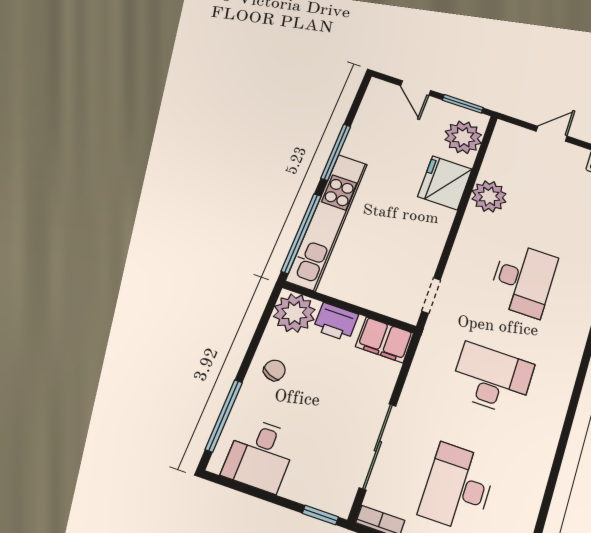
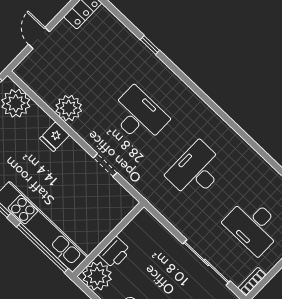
fridge: (445, 183) -> (55, 137), width x0.53, depth x0.75
doorway: (431, 296) -> (105, 165), moved
filing cabinet: (385, 340) -> (140, 227), removed

